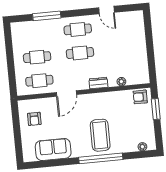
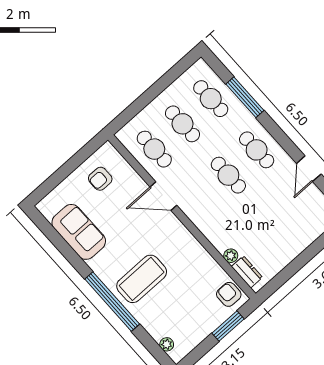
cafe table: (35, 34) -> (211, 99), added
dresser: (98, 83) -> (247, 272), moved

